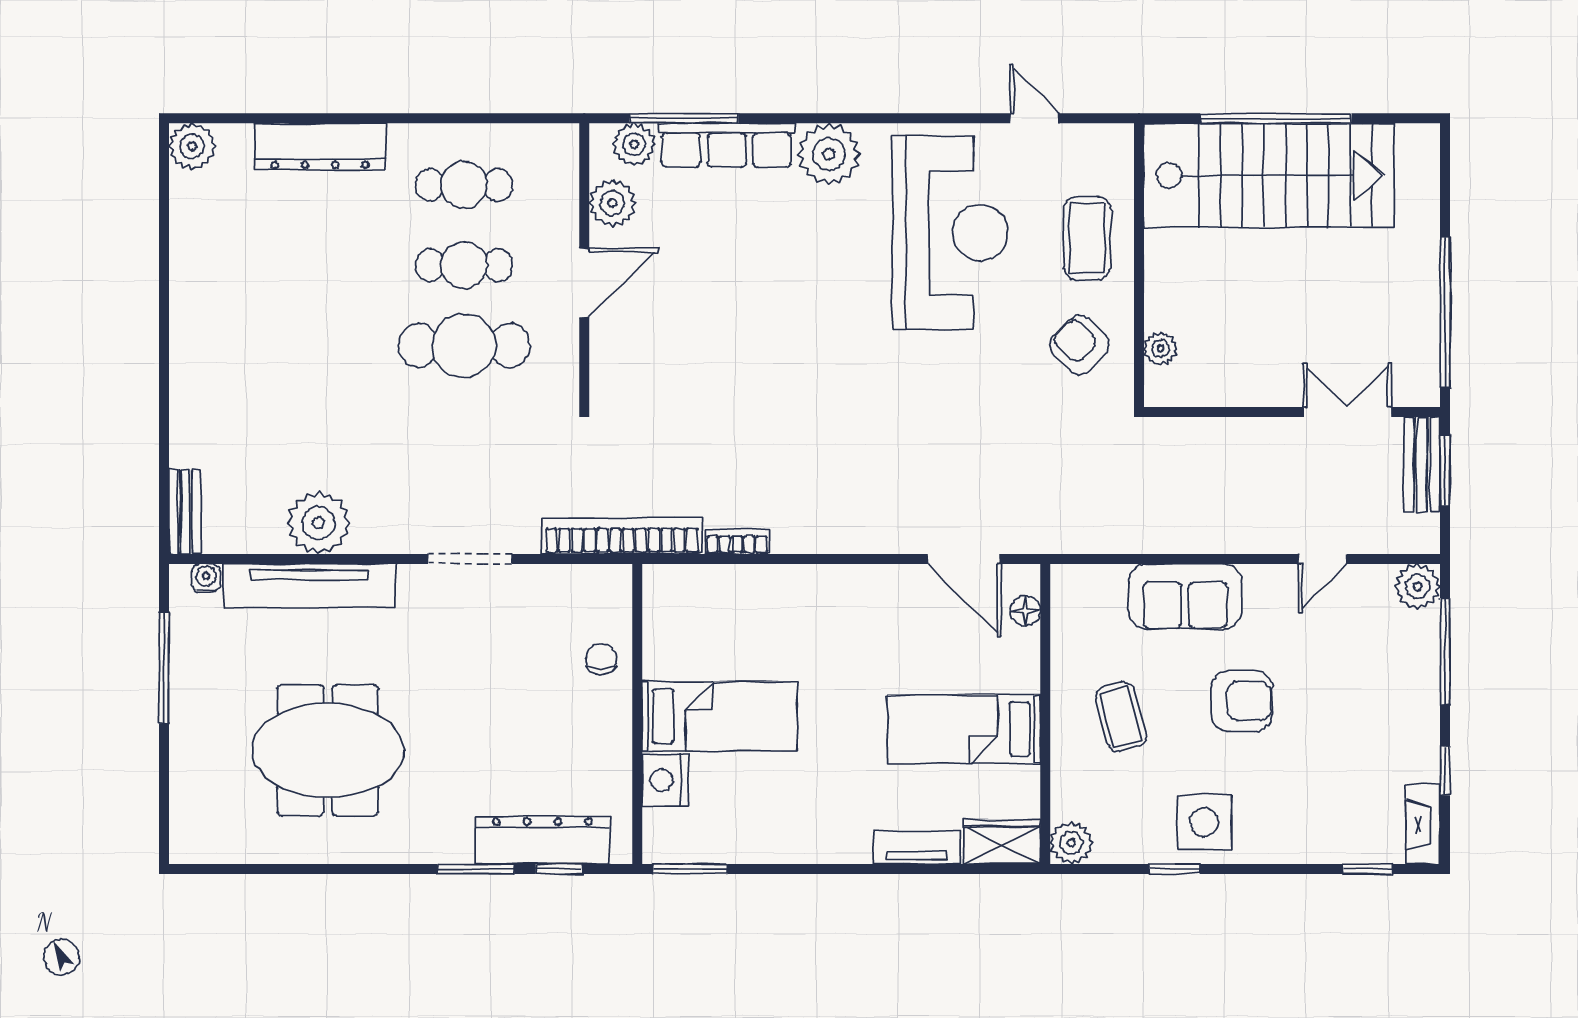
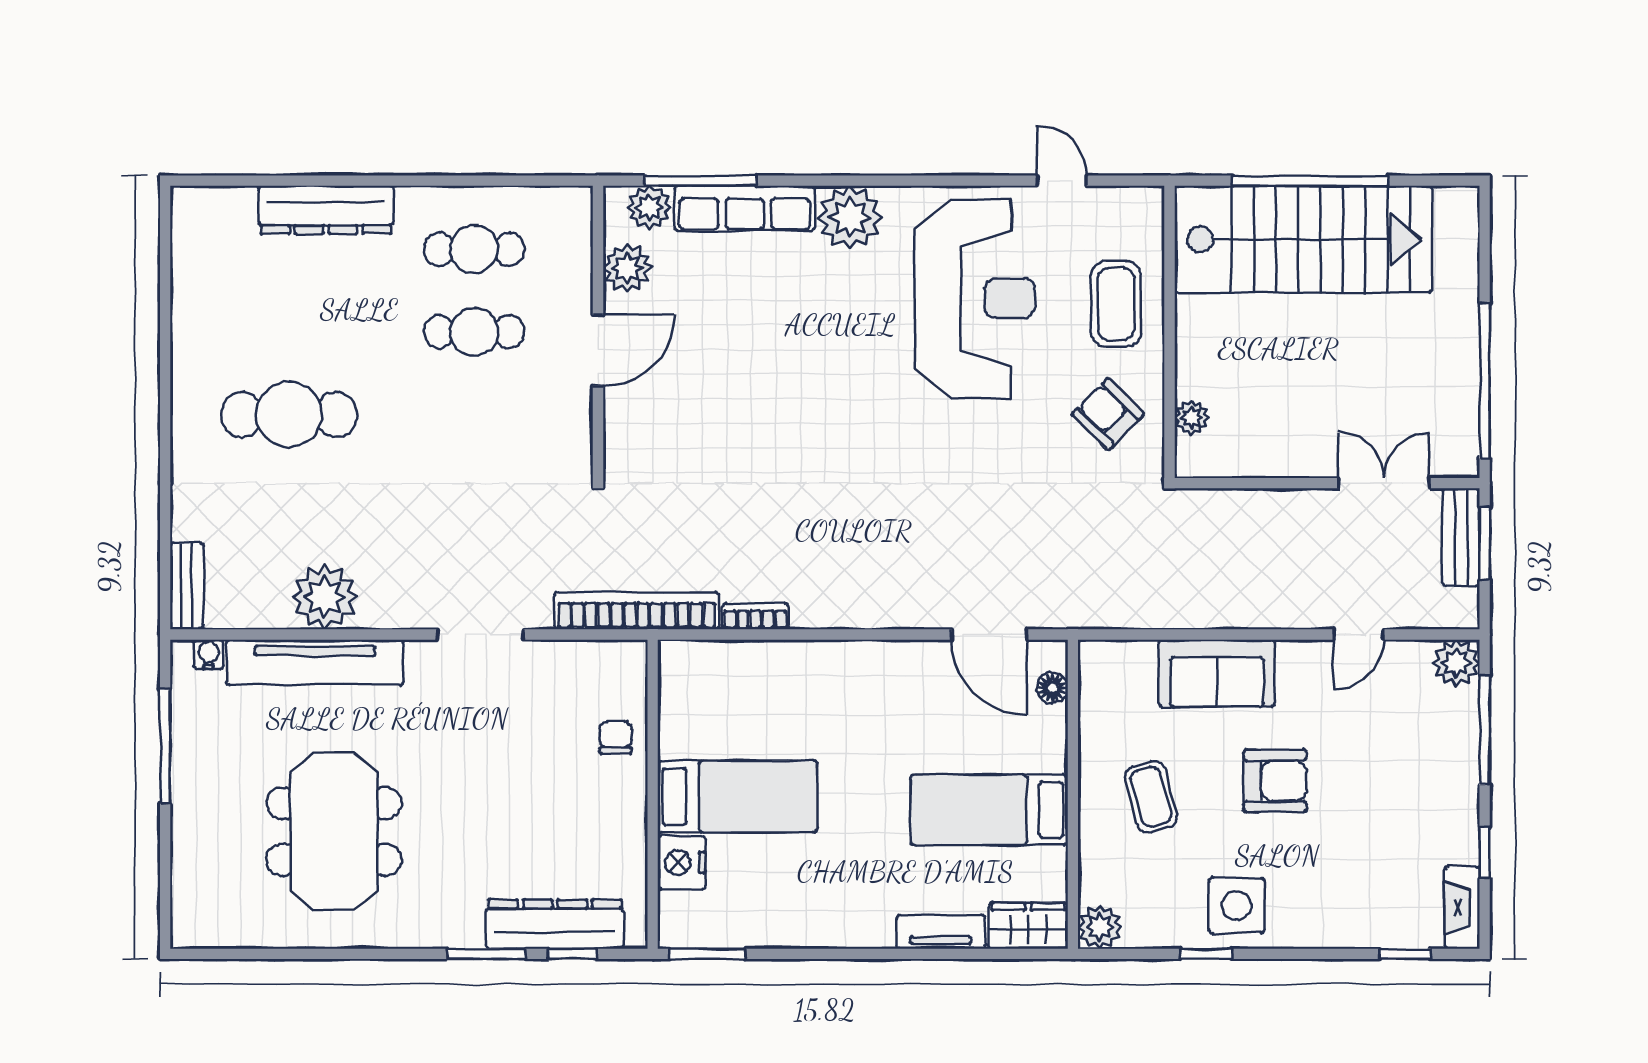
plant: (192, 146) -> (194, 210), removed
cafe table: (464, 346) -> (289, 415), moved
meeting table: (328, 750) -> (334, 831), turned 90

